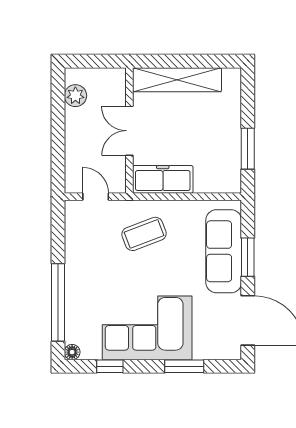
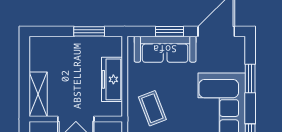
shelving: (177, 80) -> (38, 94), width x0.68
freezer: (163, 179) -> (112, 79), moved

